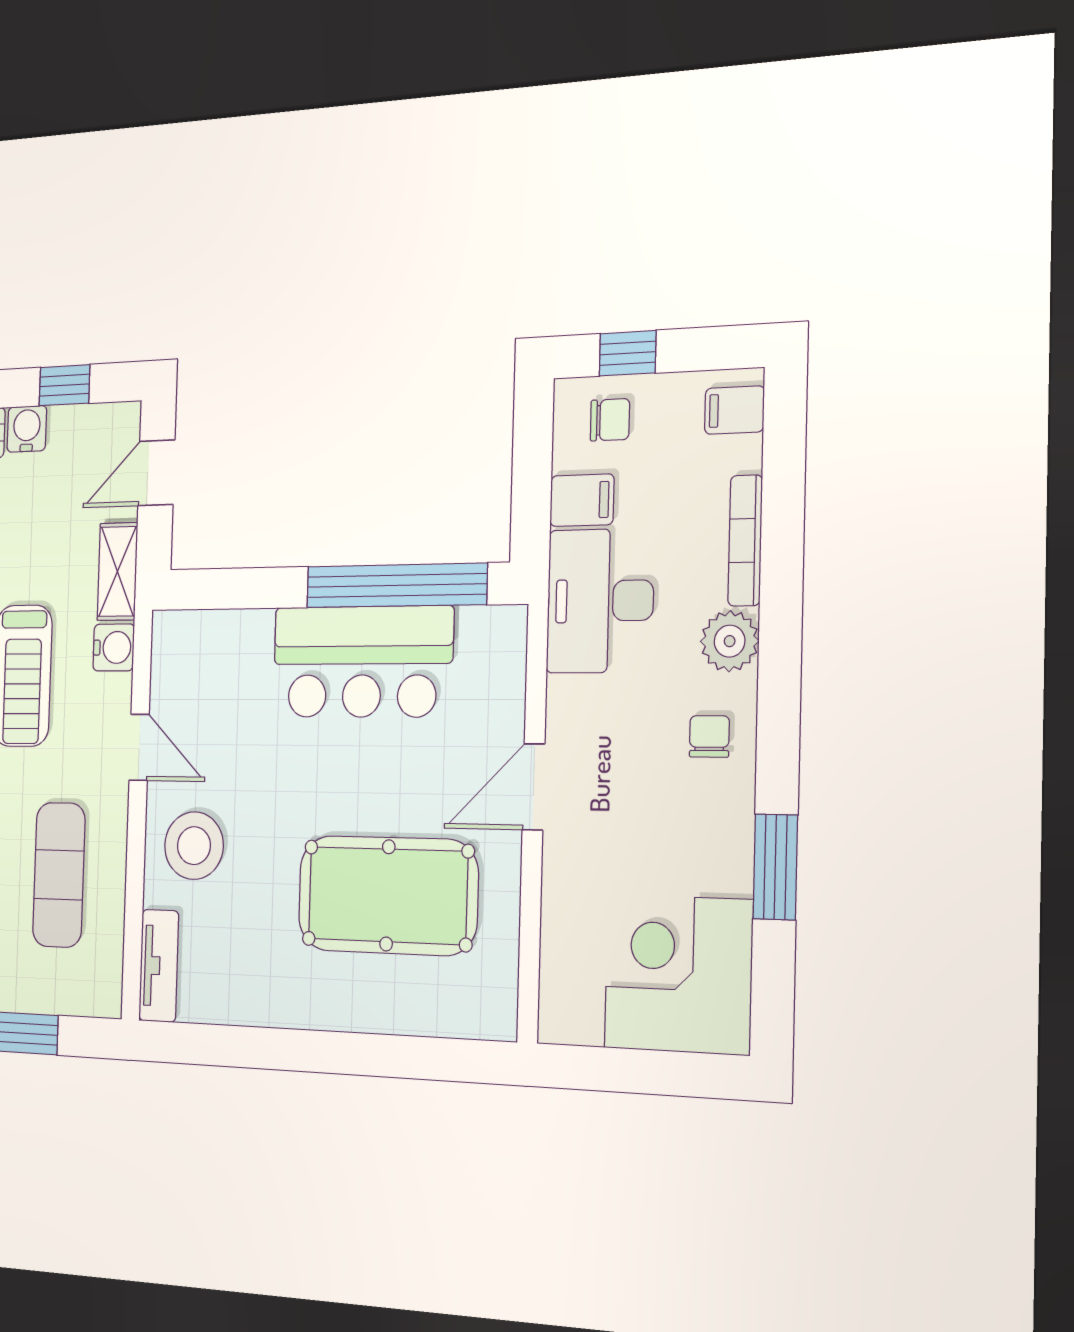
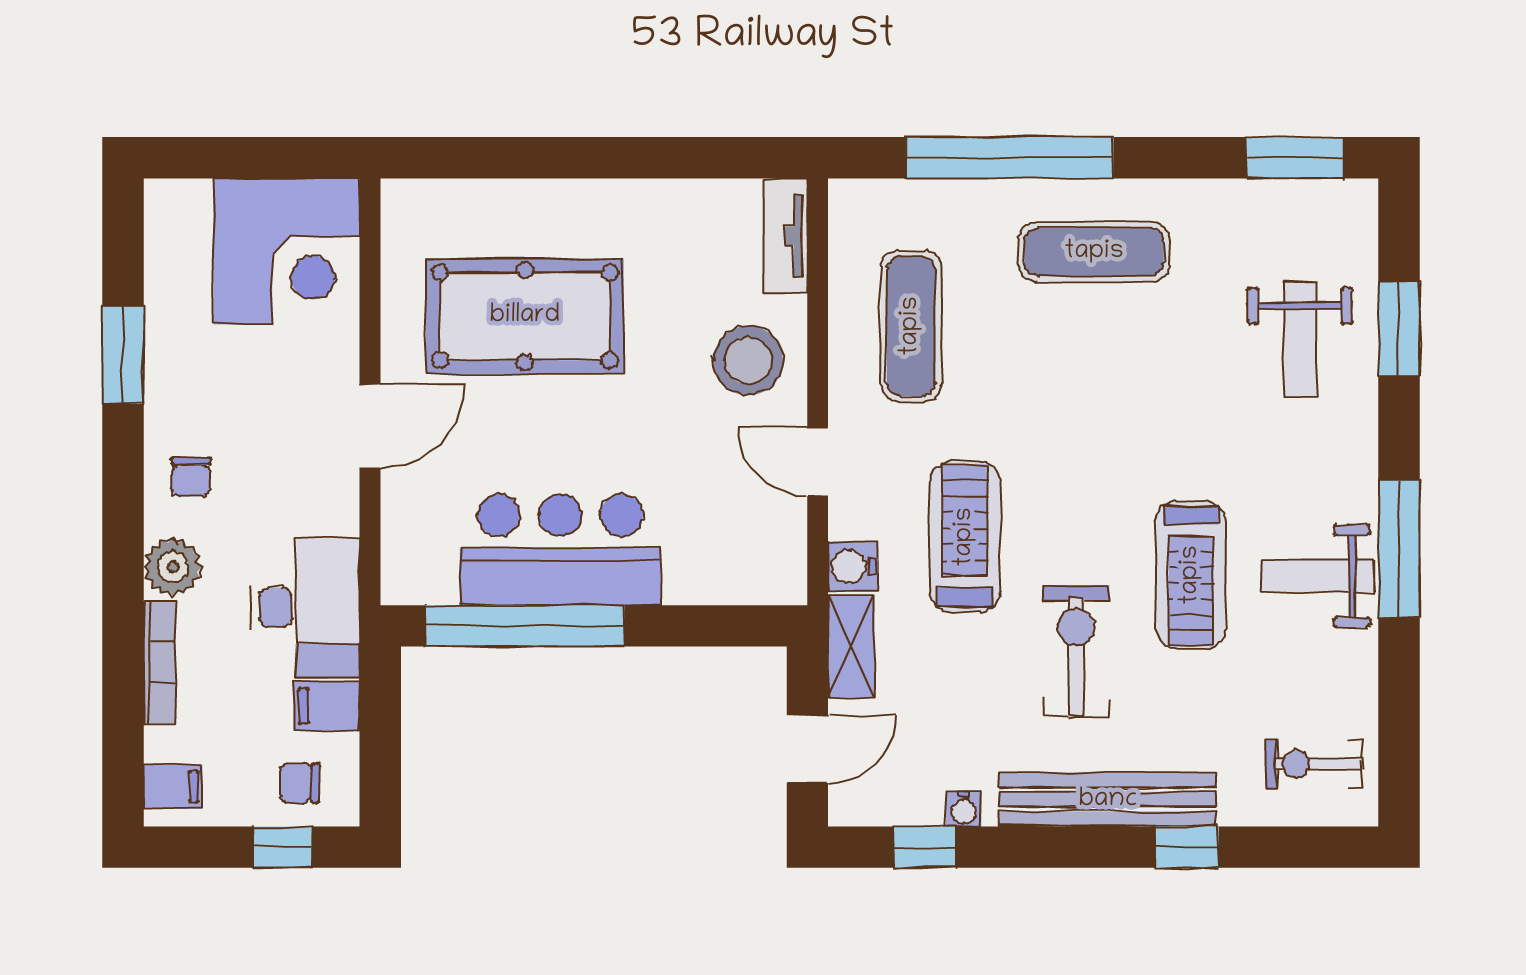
water cooler: (27, 429) -> (964, 809), width x0.72, depth x0.72
corner desk: (678, 974) -> (287, 251), moved

